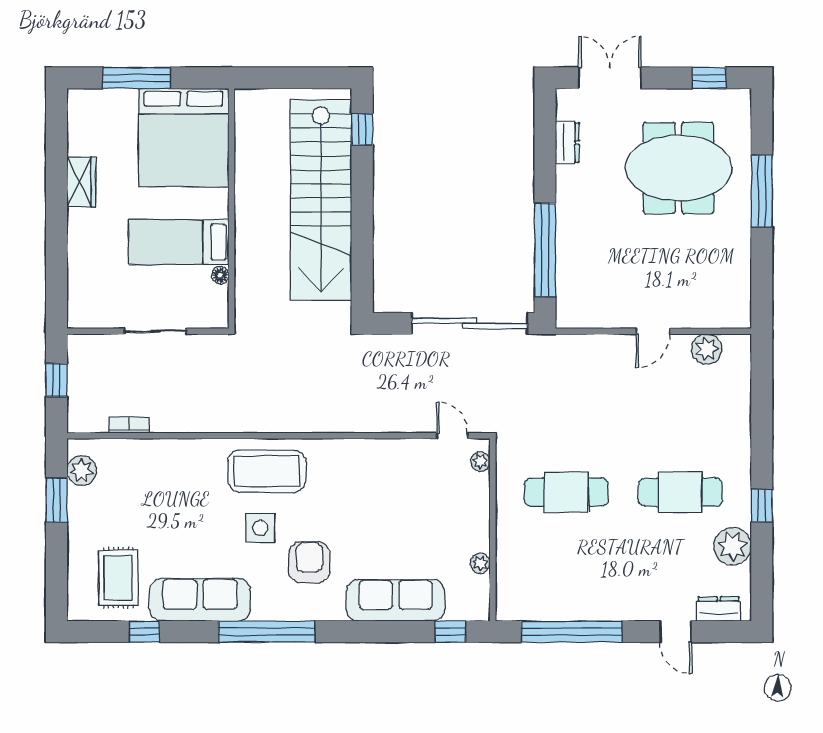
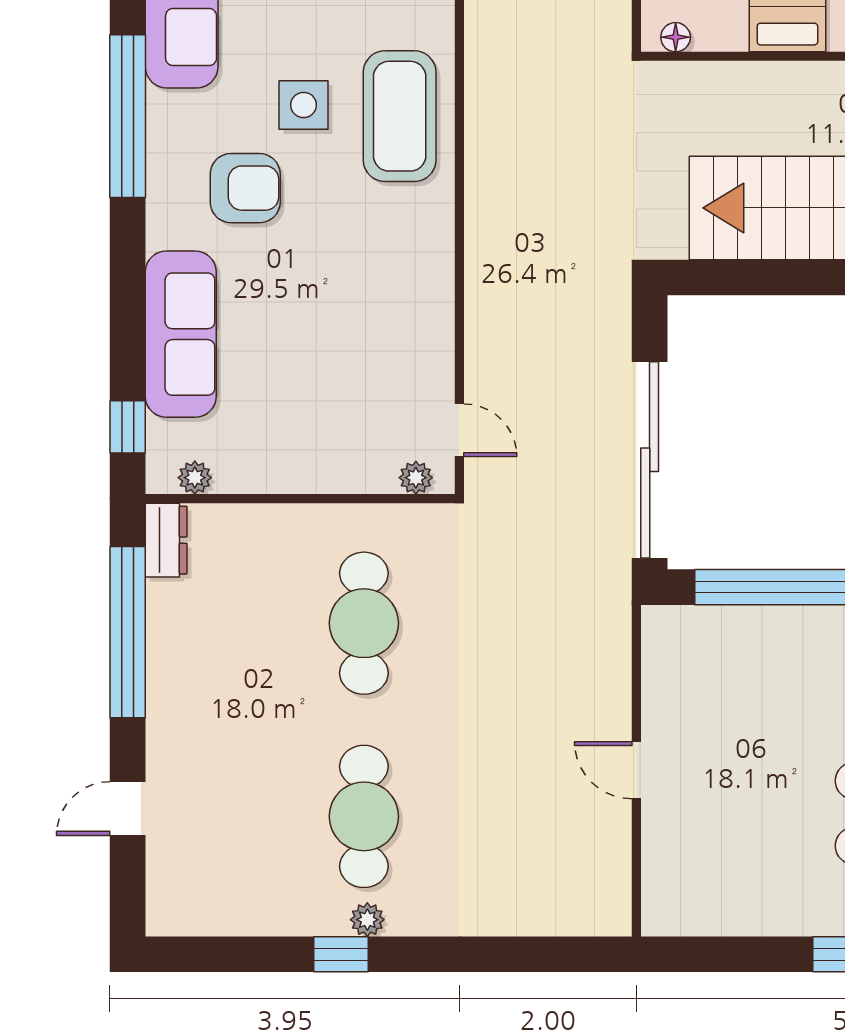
floor lamp: (220, 275) -> (676, 37), moved
plant: (706, 349) -> (606, 861), removed
door: (452, 436) -> (459, 430), hinge flipped
plant: (733, 546) -> (367, 920), moved, width x0.53, depth x0.53
plant: (480, 563) -> (195, 478), moved
dresser: (719, 609) -> (166, 540), moved

